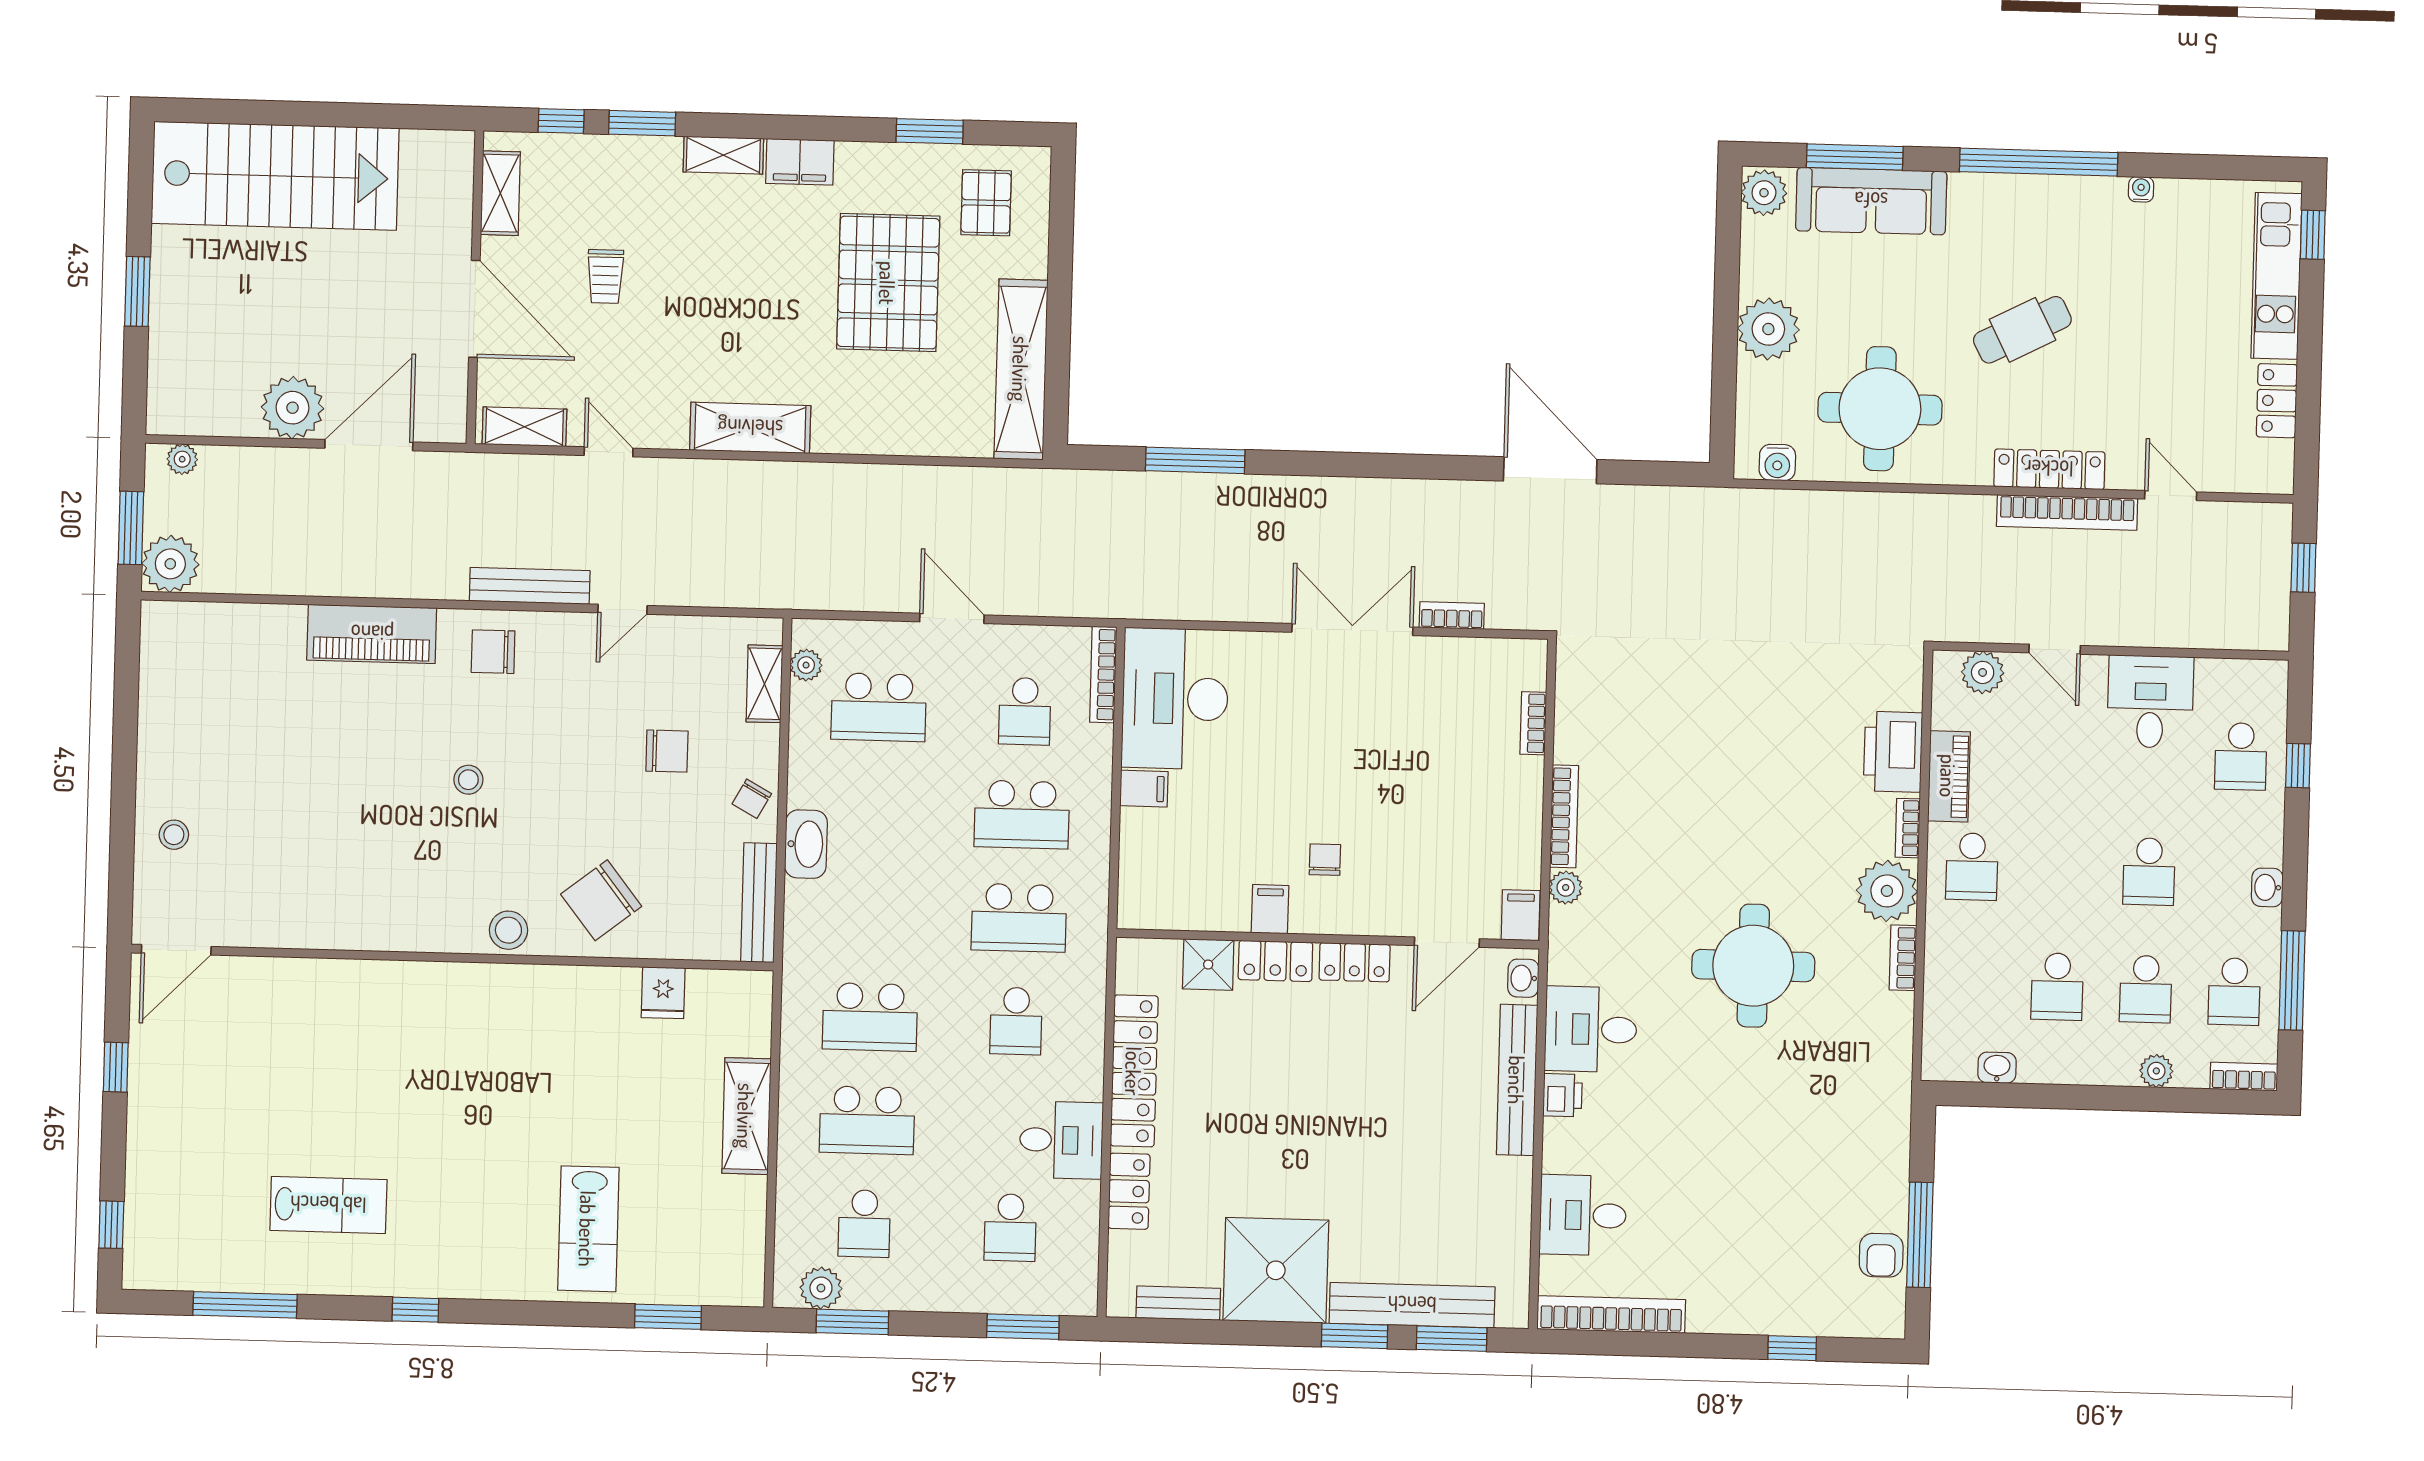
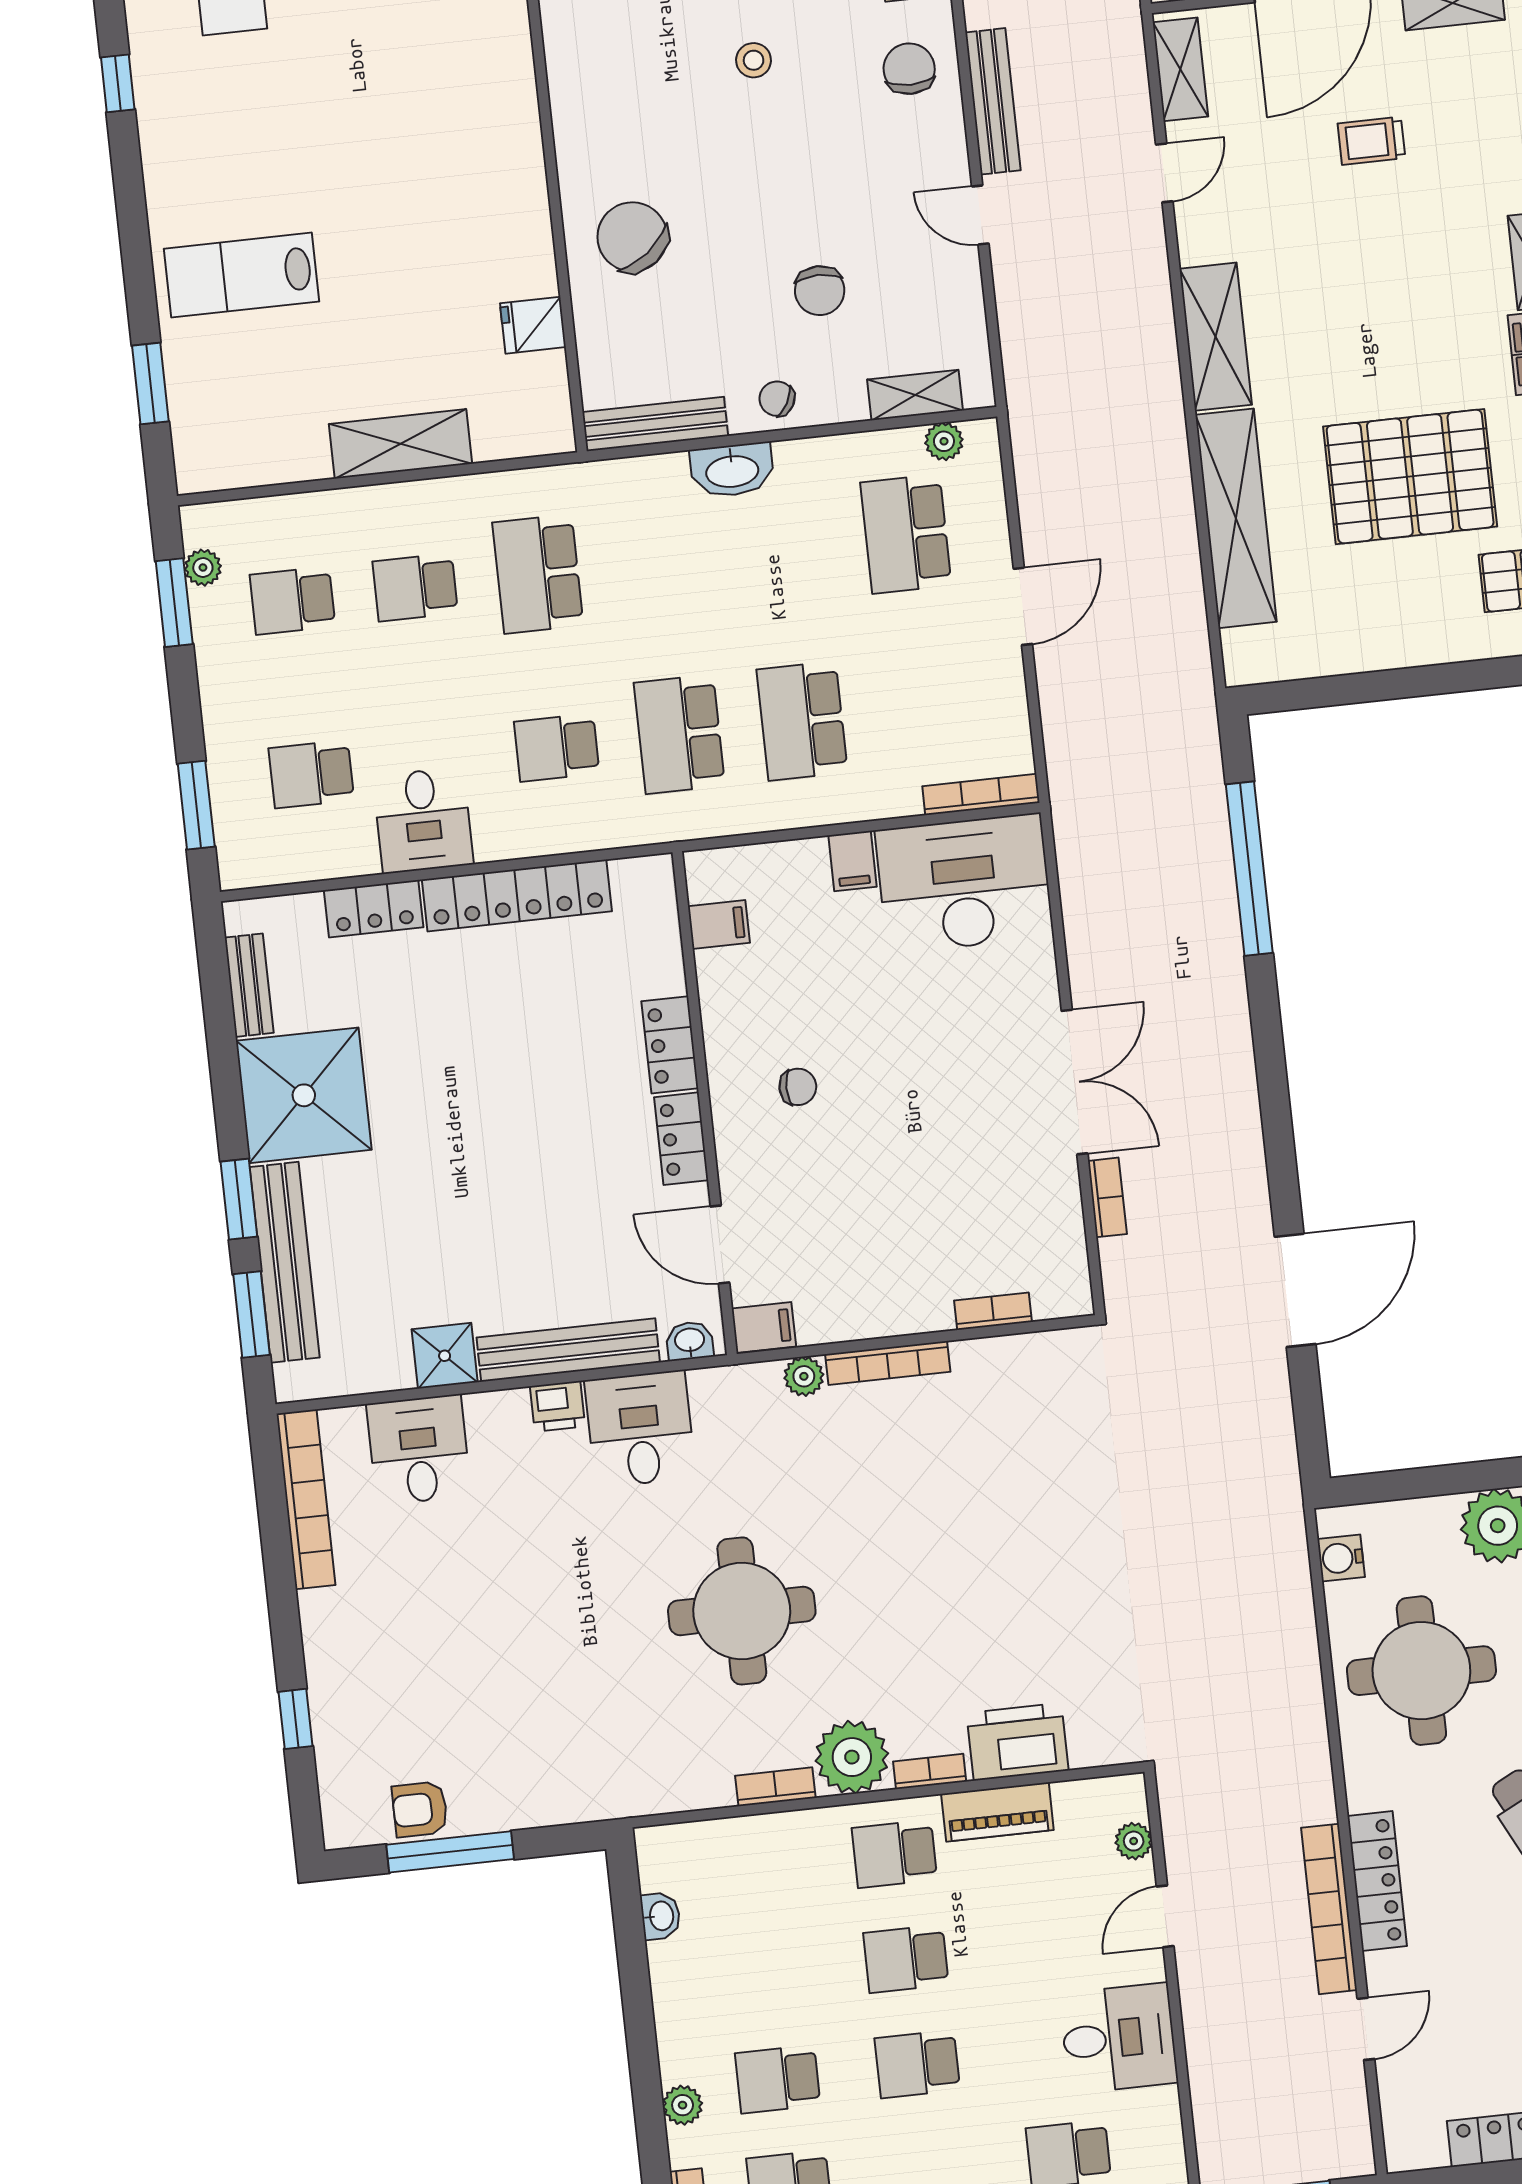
shelving: (1021, 369) -> (1236, 518), moved, turned 90
window: (1195, 460) -> (1249, 869), width x1.46
plant: (1983, 672) -> (1134, 1841), width x0.73, depth x0.73
school desk: (1025, 711) -> (925, 708), removed
filing cabinet: (1270, 909) -> (719, 924), moved
stool: (508, 930) -> (582, 132), removed
shower: (1208, 965) -> (445, 1356), moved
school desk: (2057, 987) -> (906, 1959), moved
school desk: (867, 1120) -> (415, 587), width x0.54
plant: (821, 1288) -> (203, 568), width x0.73, depth x0.73

